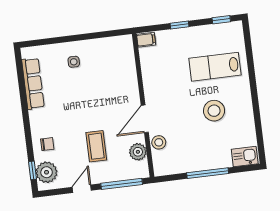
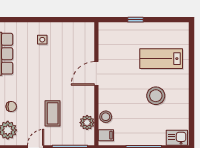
window: (221, 20) -> (171, 20), removed
filing cabinet: (146, 40) -> (106, 135), moved
door: (145, 119) -> (96, 73), moved

